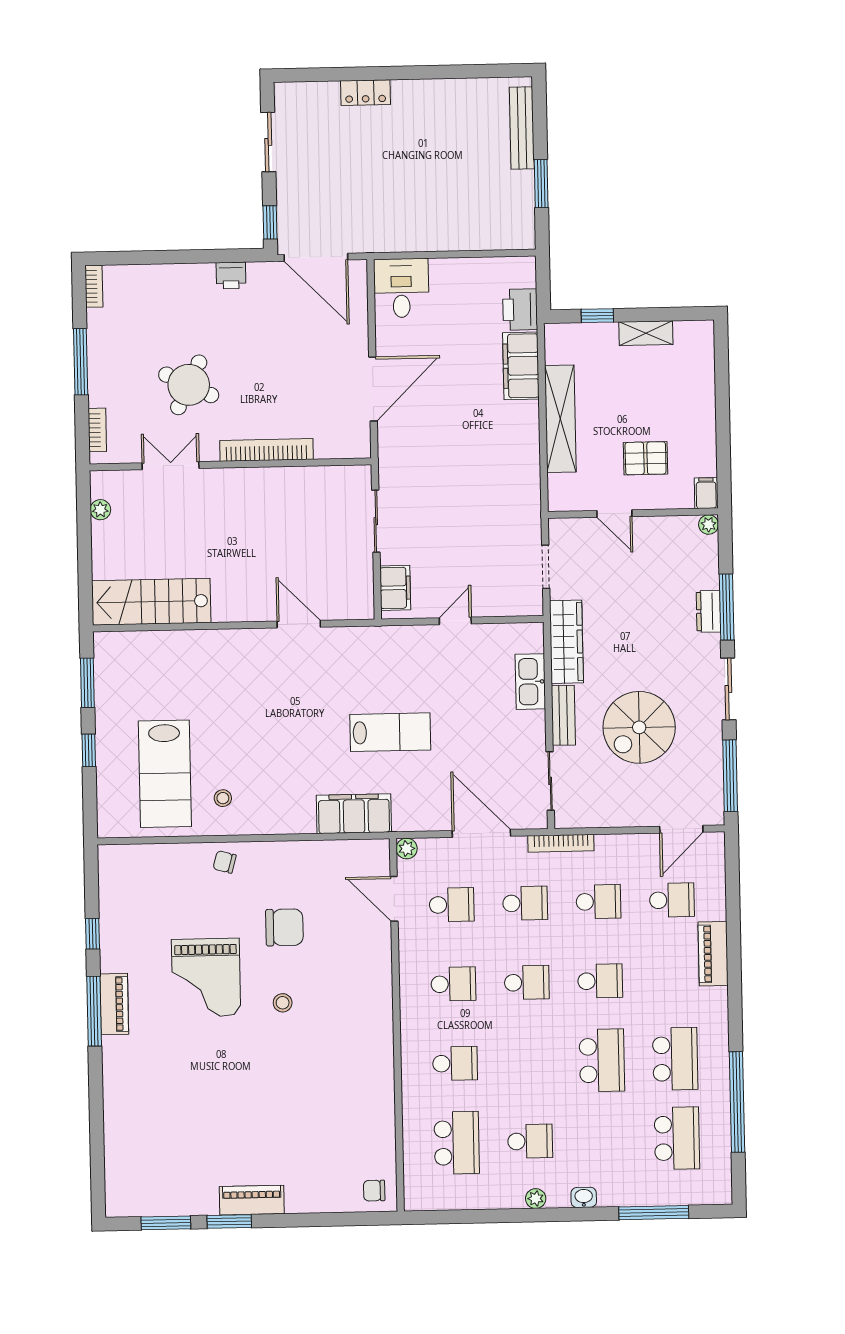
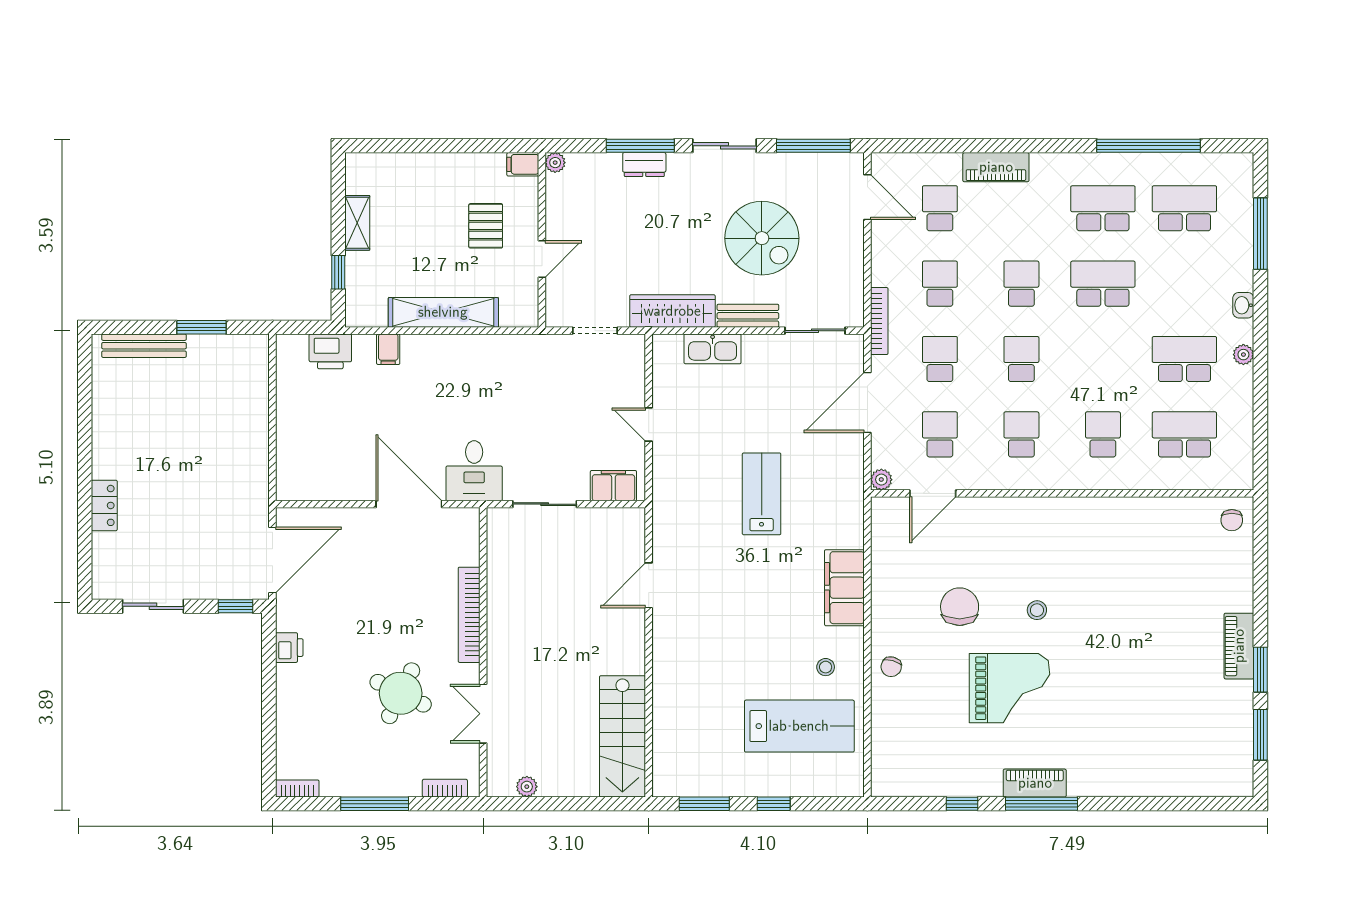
desk: (401, 288) -> (474, 471), moved, turned -90
filing cabinet: (521, 366) -> (388, 349), width x0.33, depth x0.86
filing cabinet: (354, 814) -> (844, 588), moved
school desk: (530, 1141) -> (1184, 359), width x1.85

